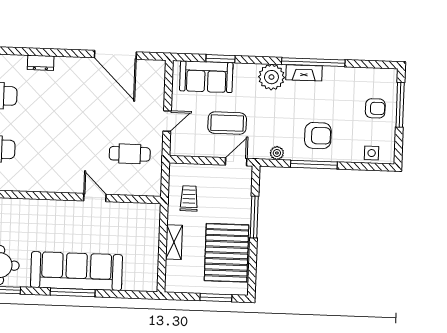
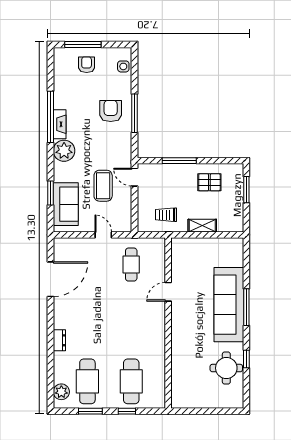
plant: (277, 153) -> (126, 144), removed
pallet: (227, 253) -> (209, 182), width x0.49, depth x0.50

